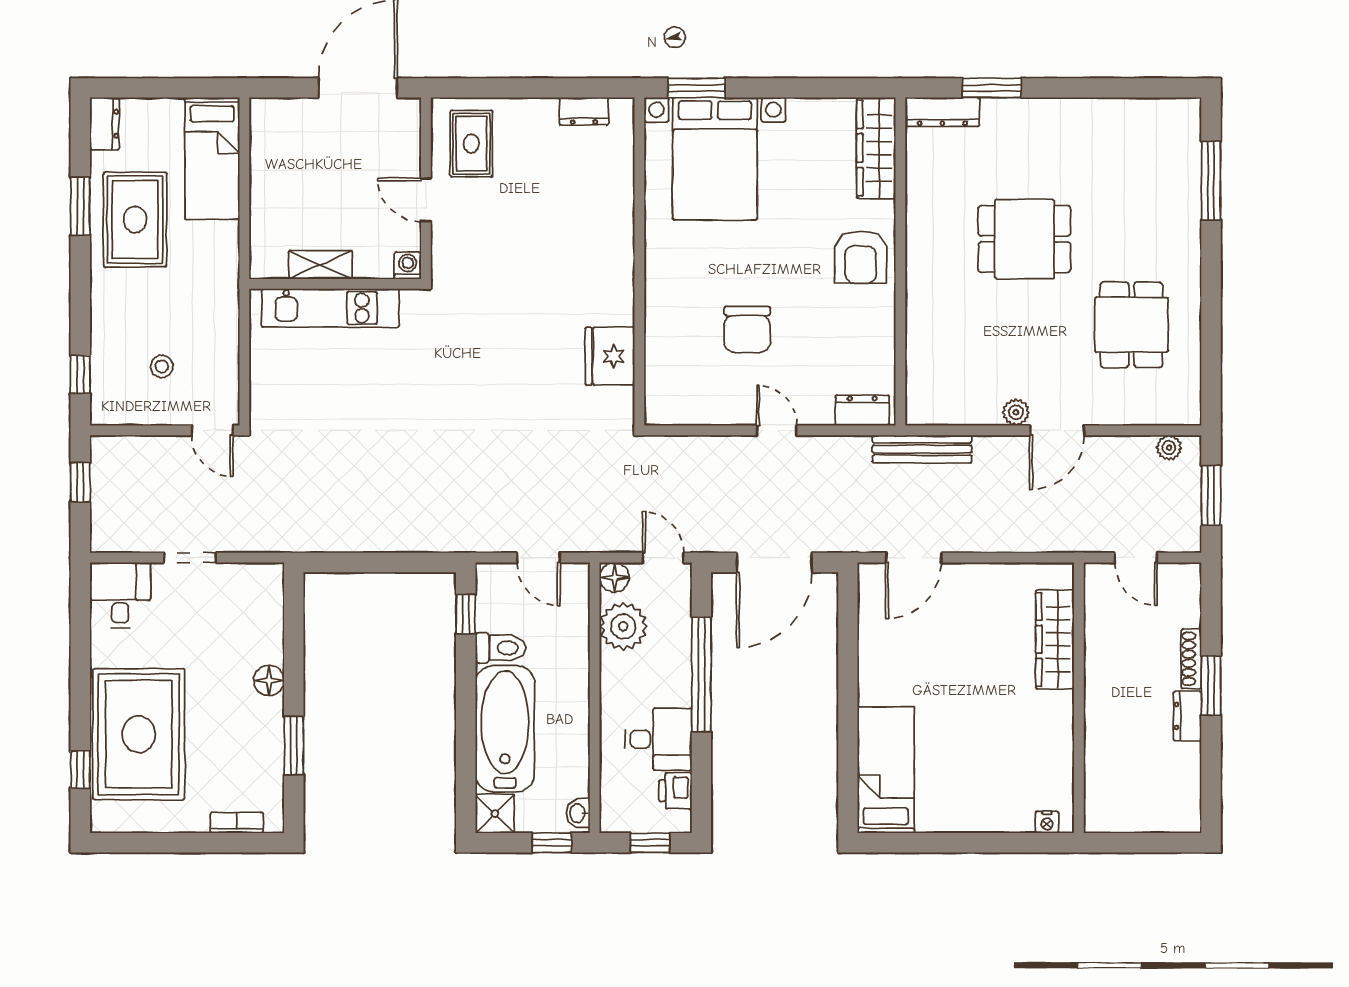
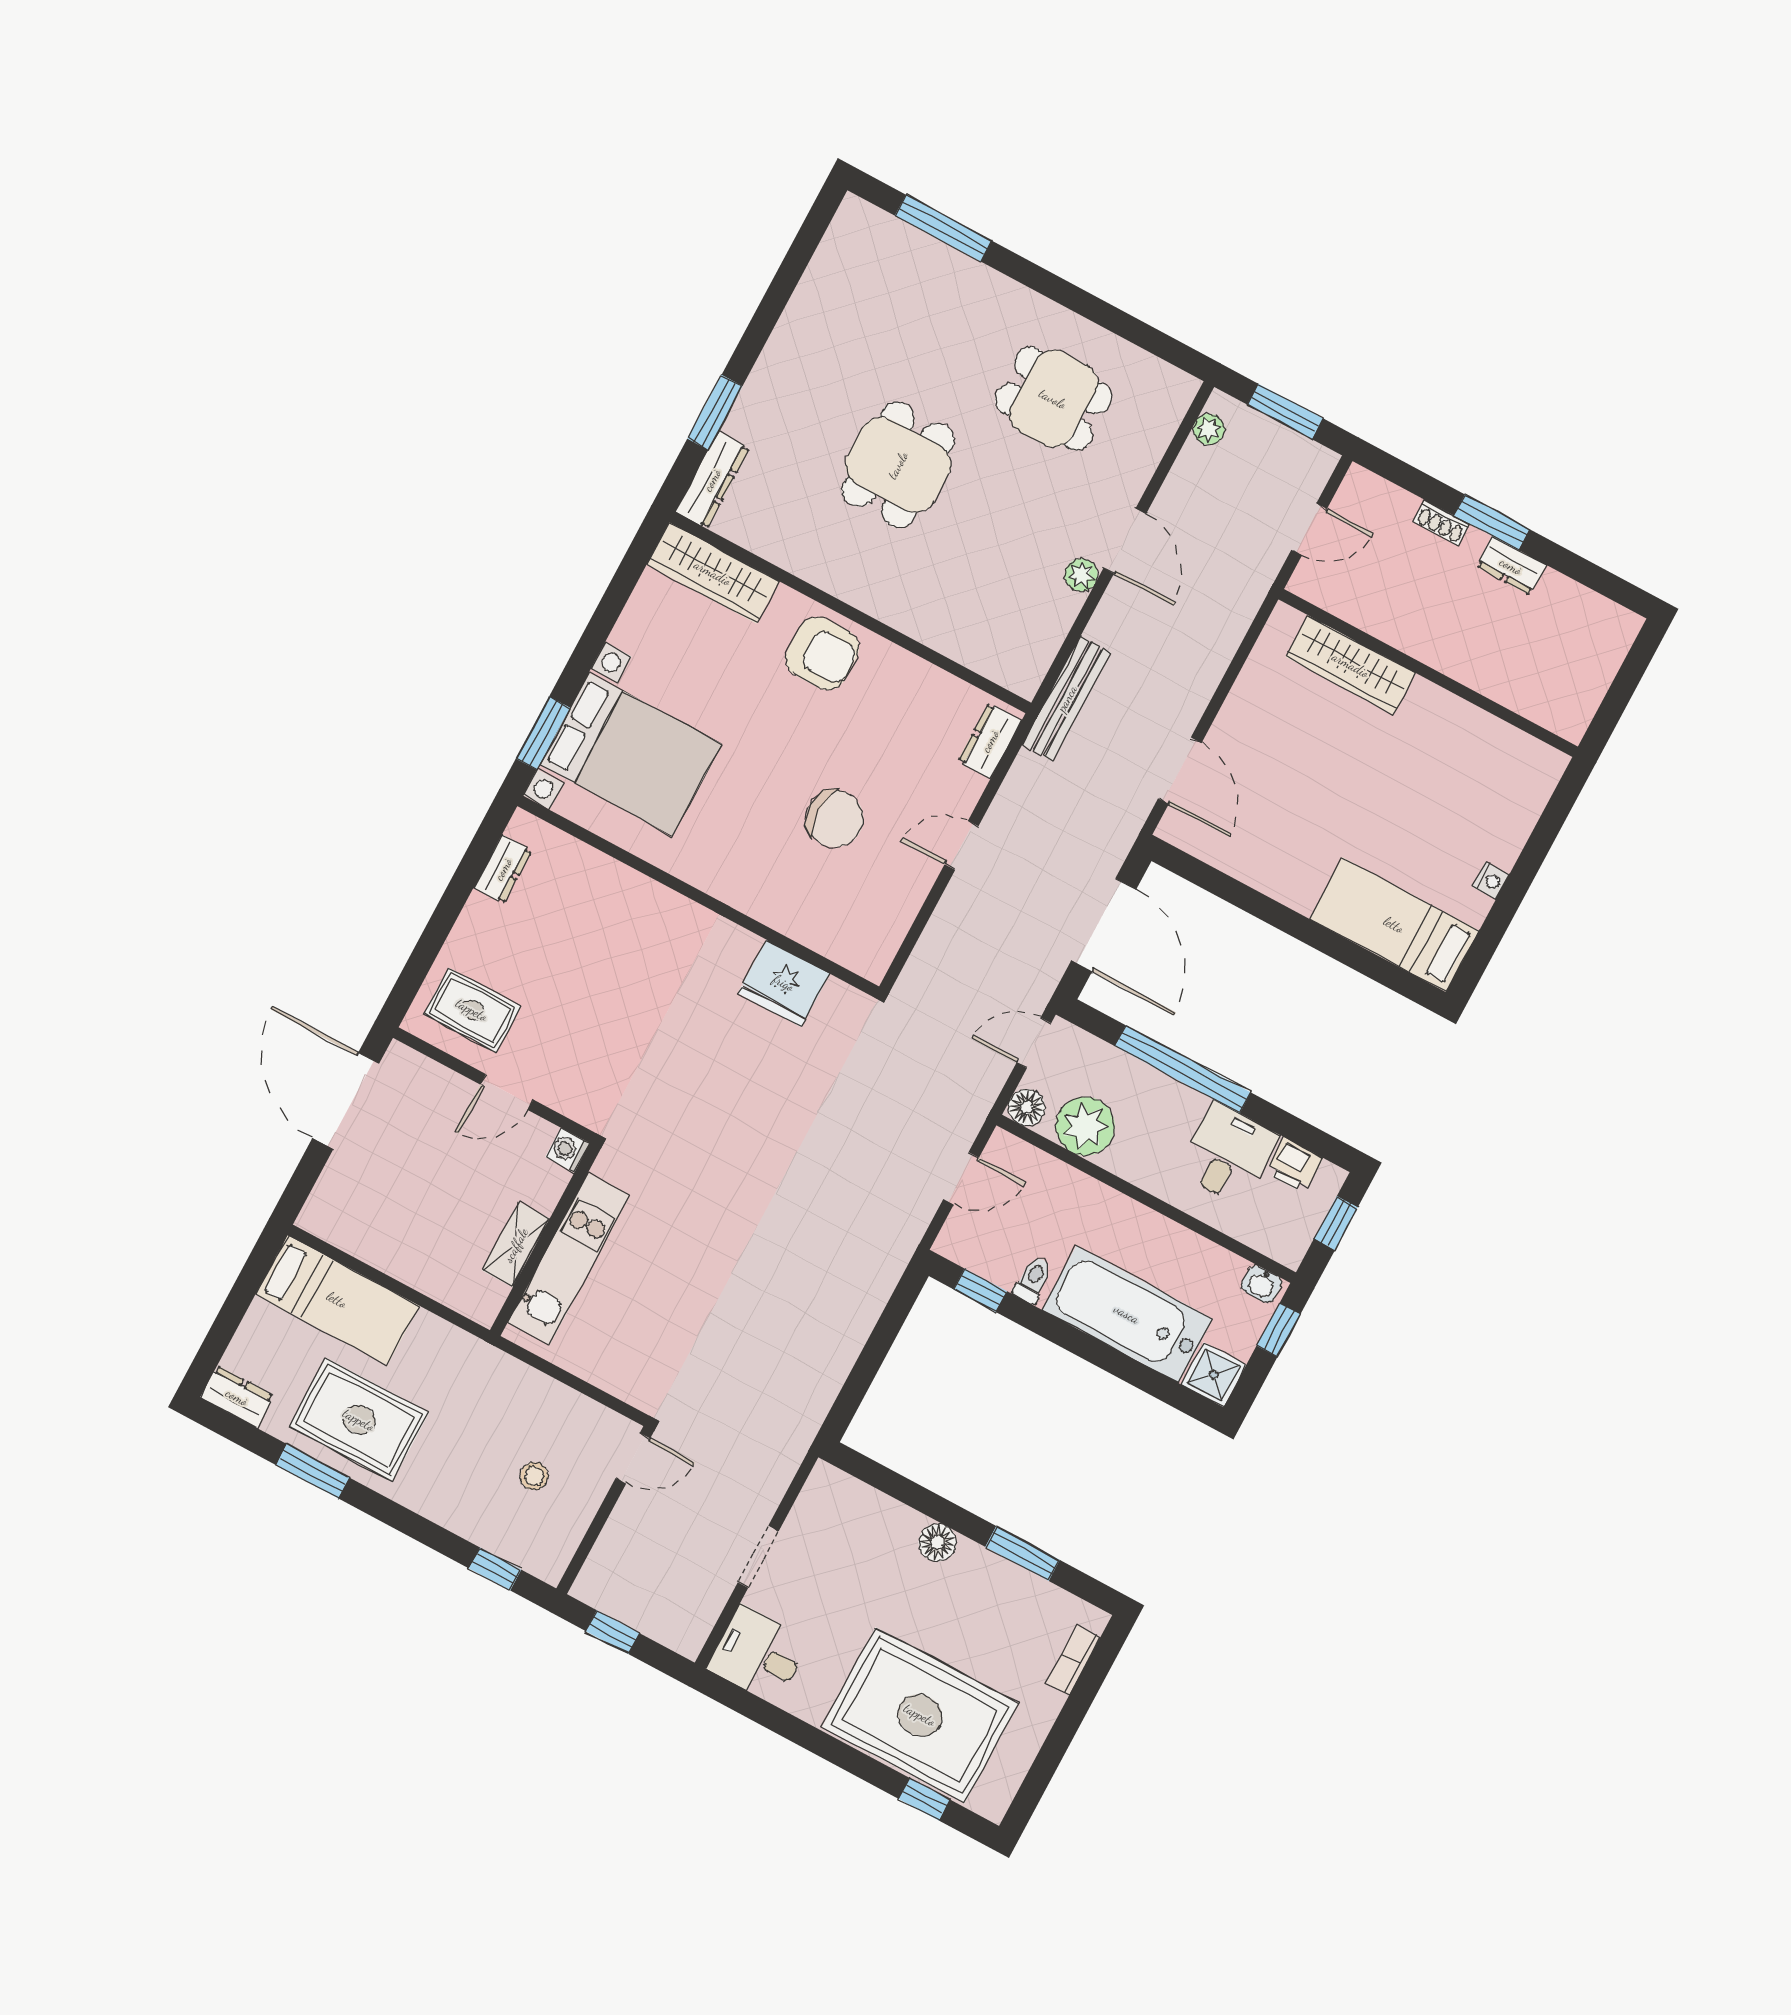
toilet: (501, 648) -> (1033, 1280), width x0.73, depth x0.72
shoe rack: (1191, 659) -> (1441, 523), width x0.70
nightstand: (1047, 822) -> (1491, 881), moved

